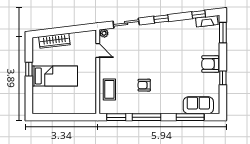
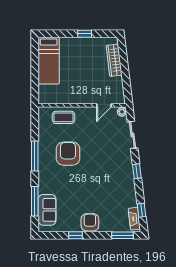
bed: (55, 76) -> (49, 61), moved
armchair: (144, 85) -> (68, 154), width x1.88, depth x1.88
window: (116, 117) -> (35, 124), removed

